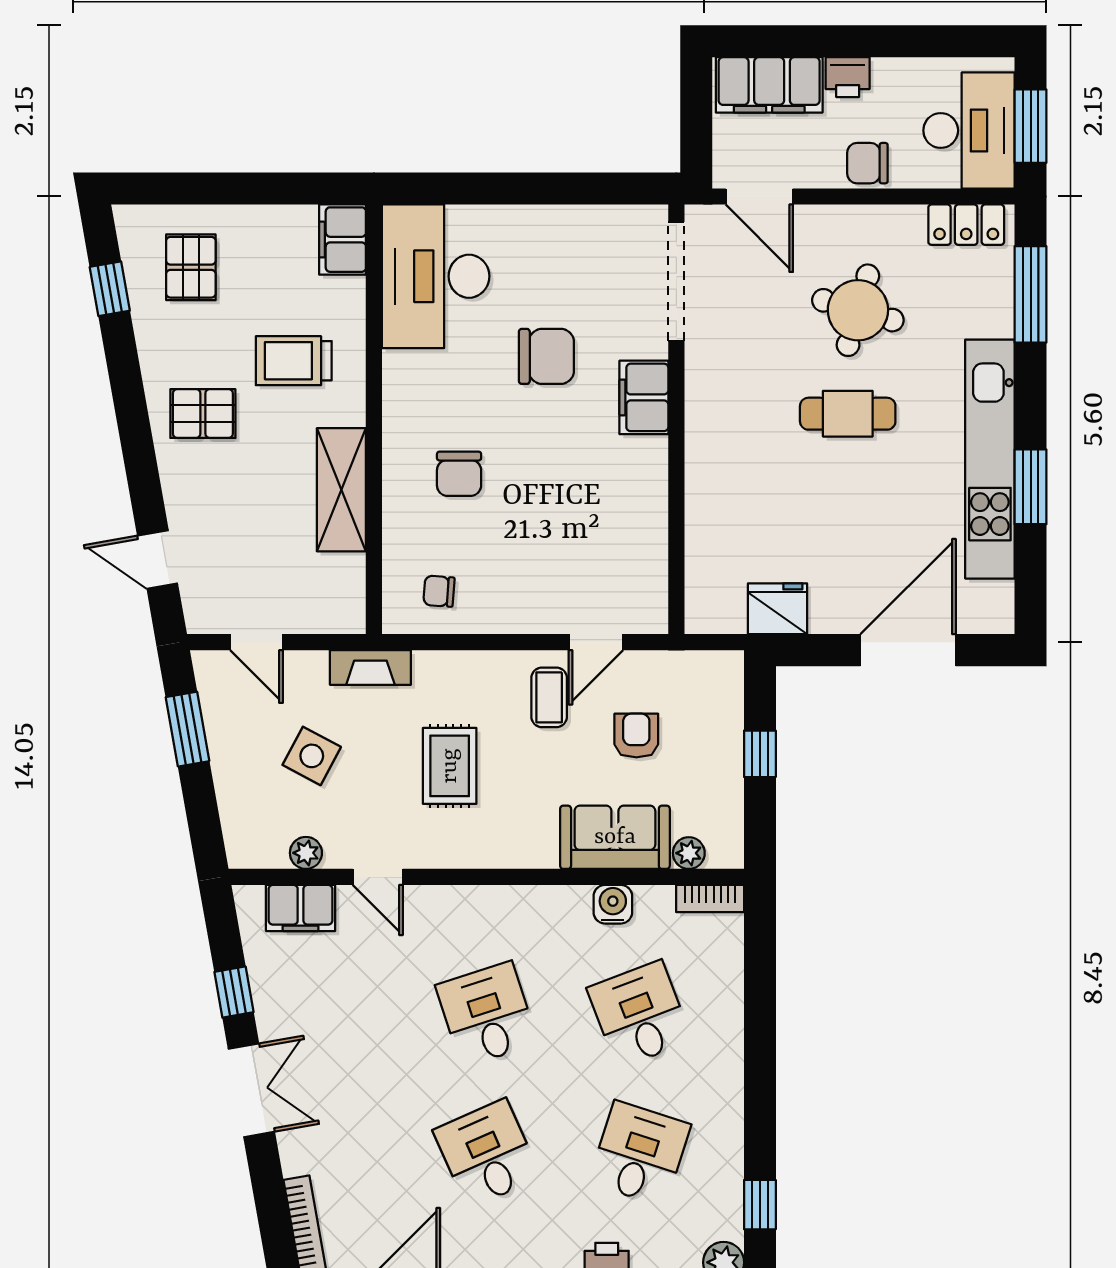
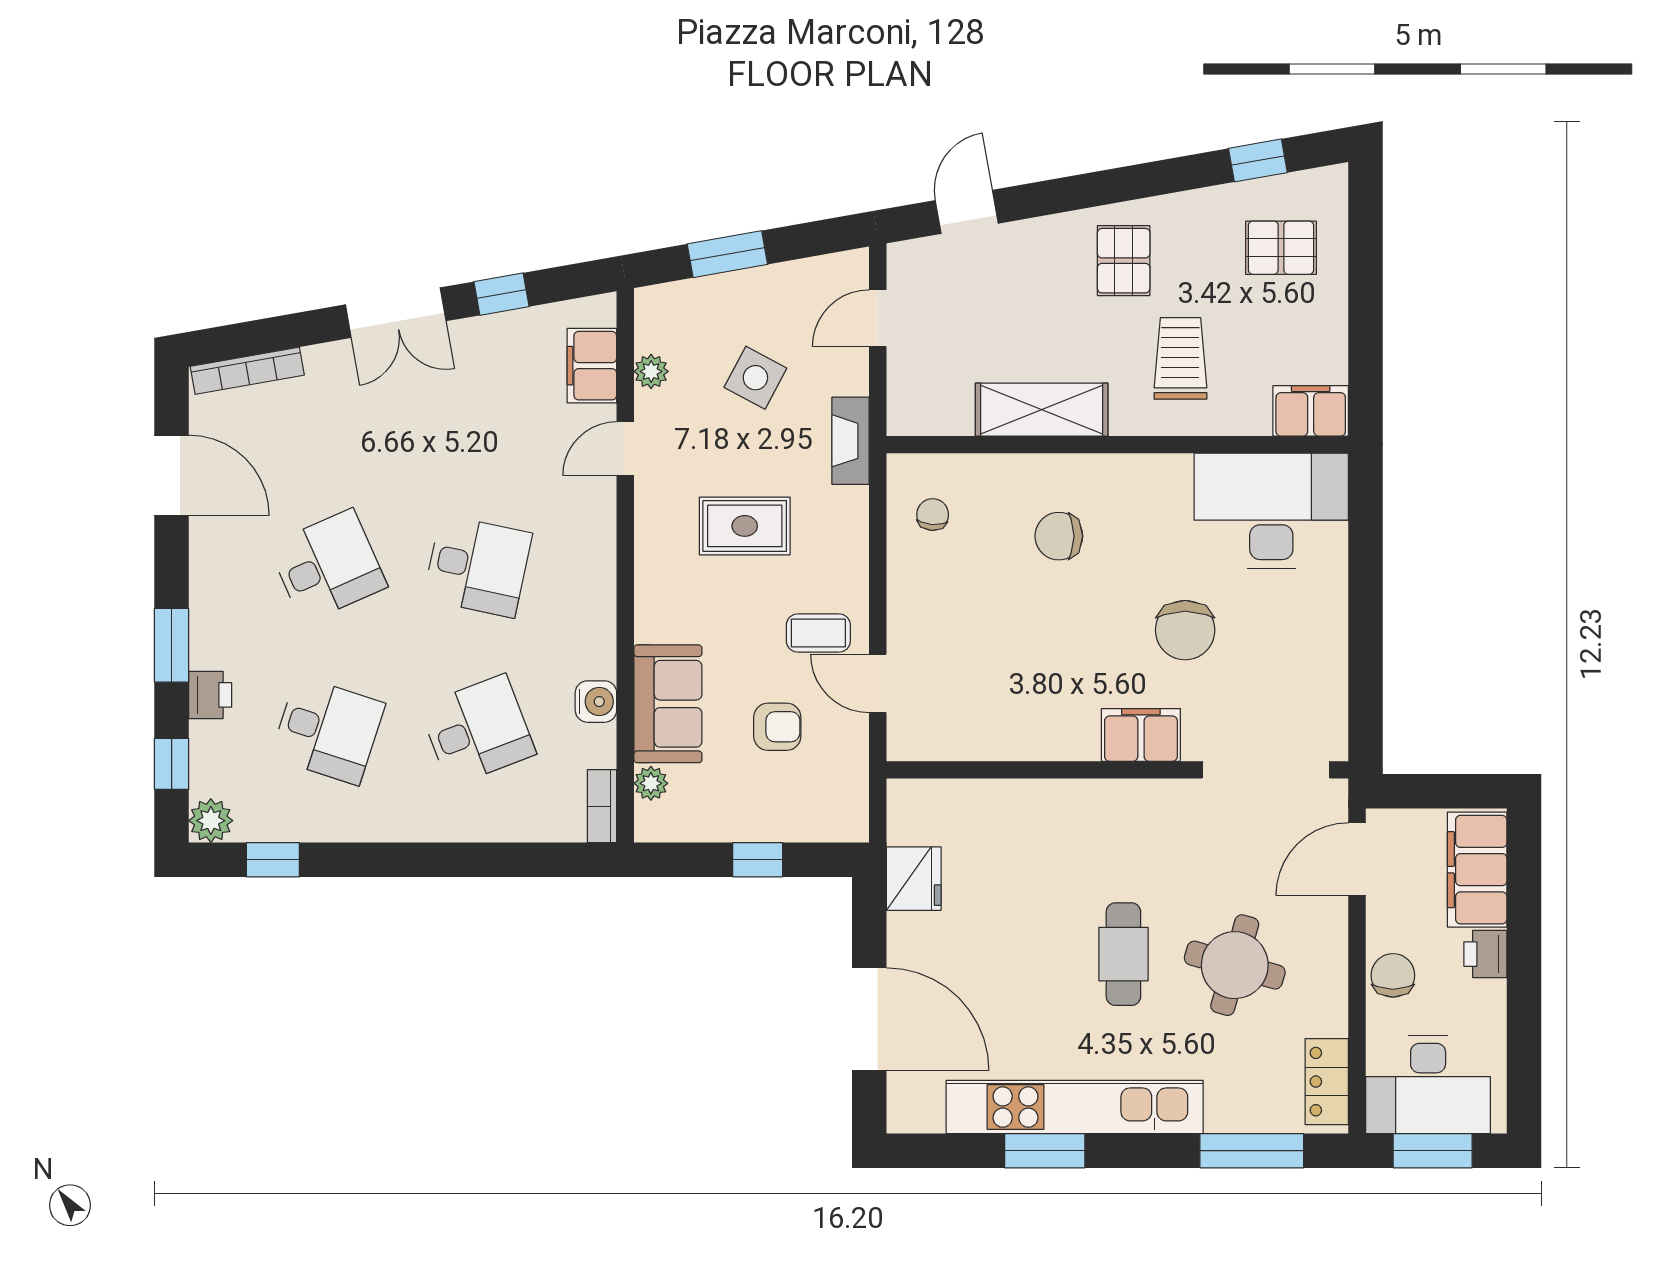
window: (188, 729) -> (727, 254), moved
desk: (487, 1014) -> (478, 566), turned 30

